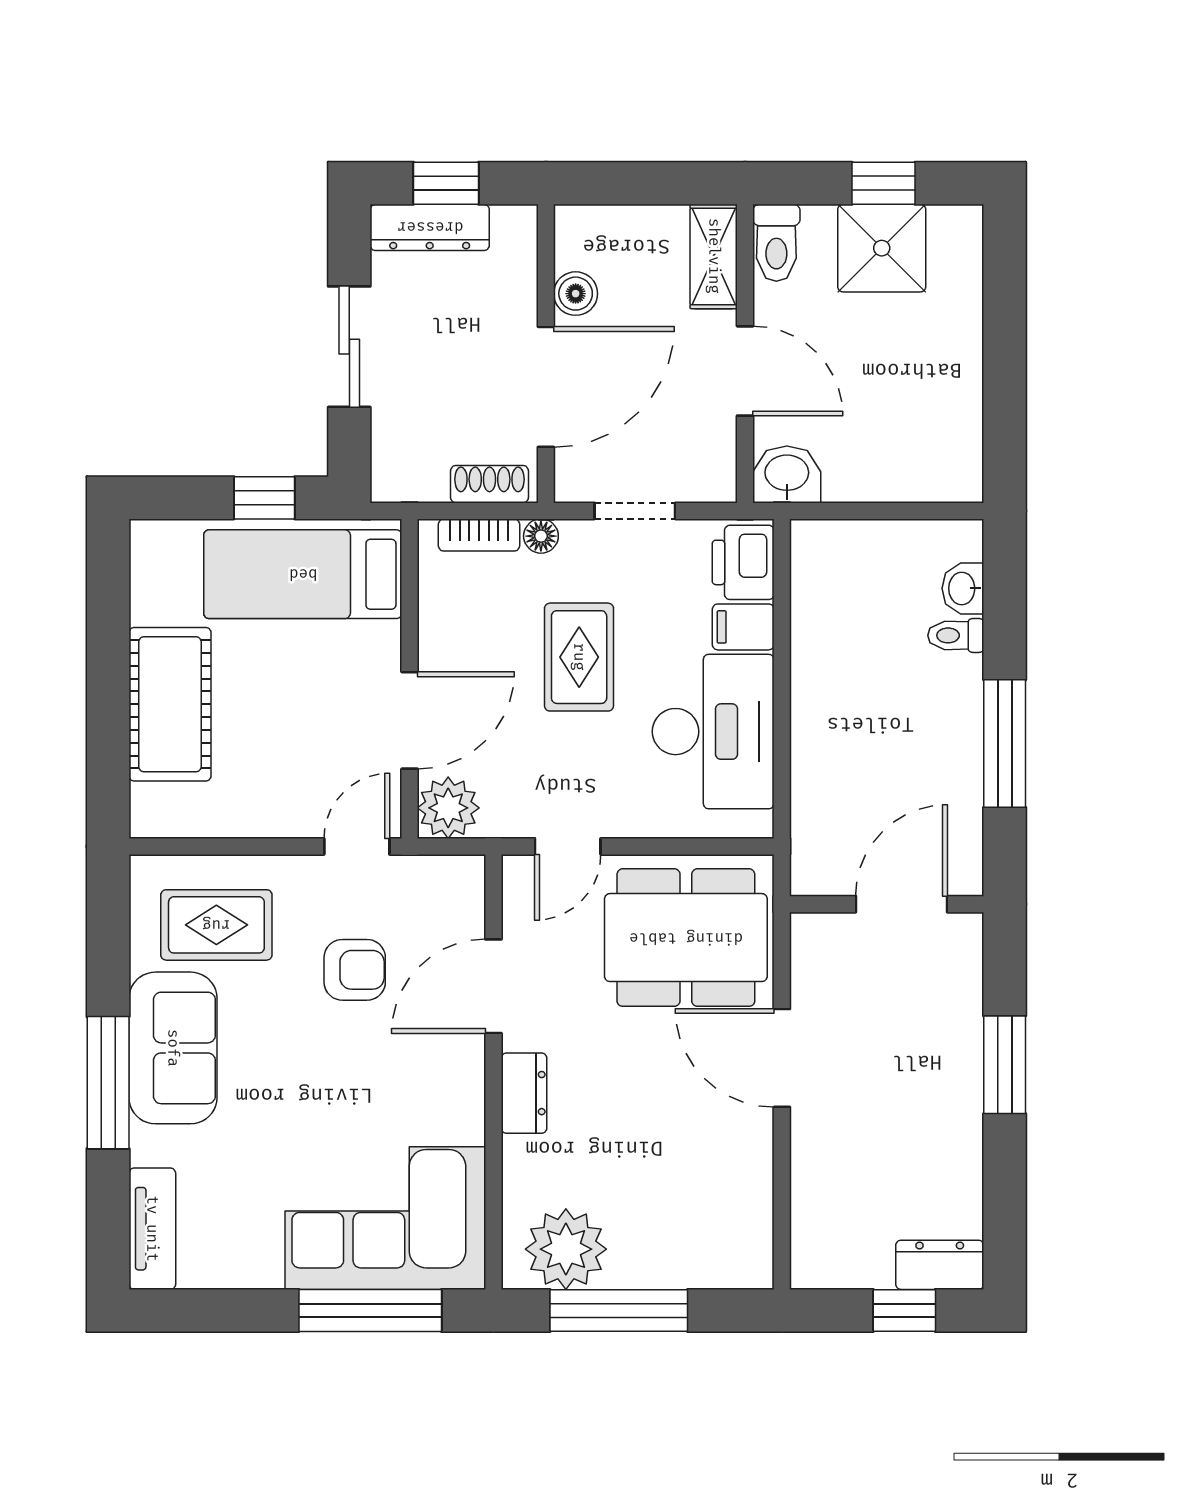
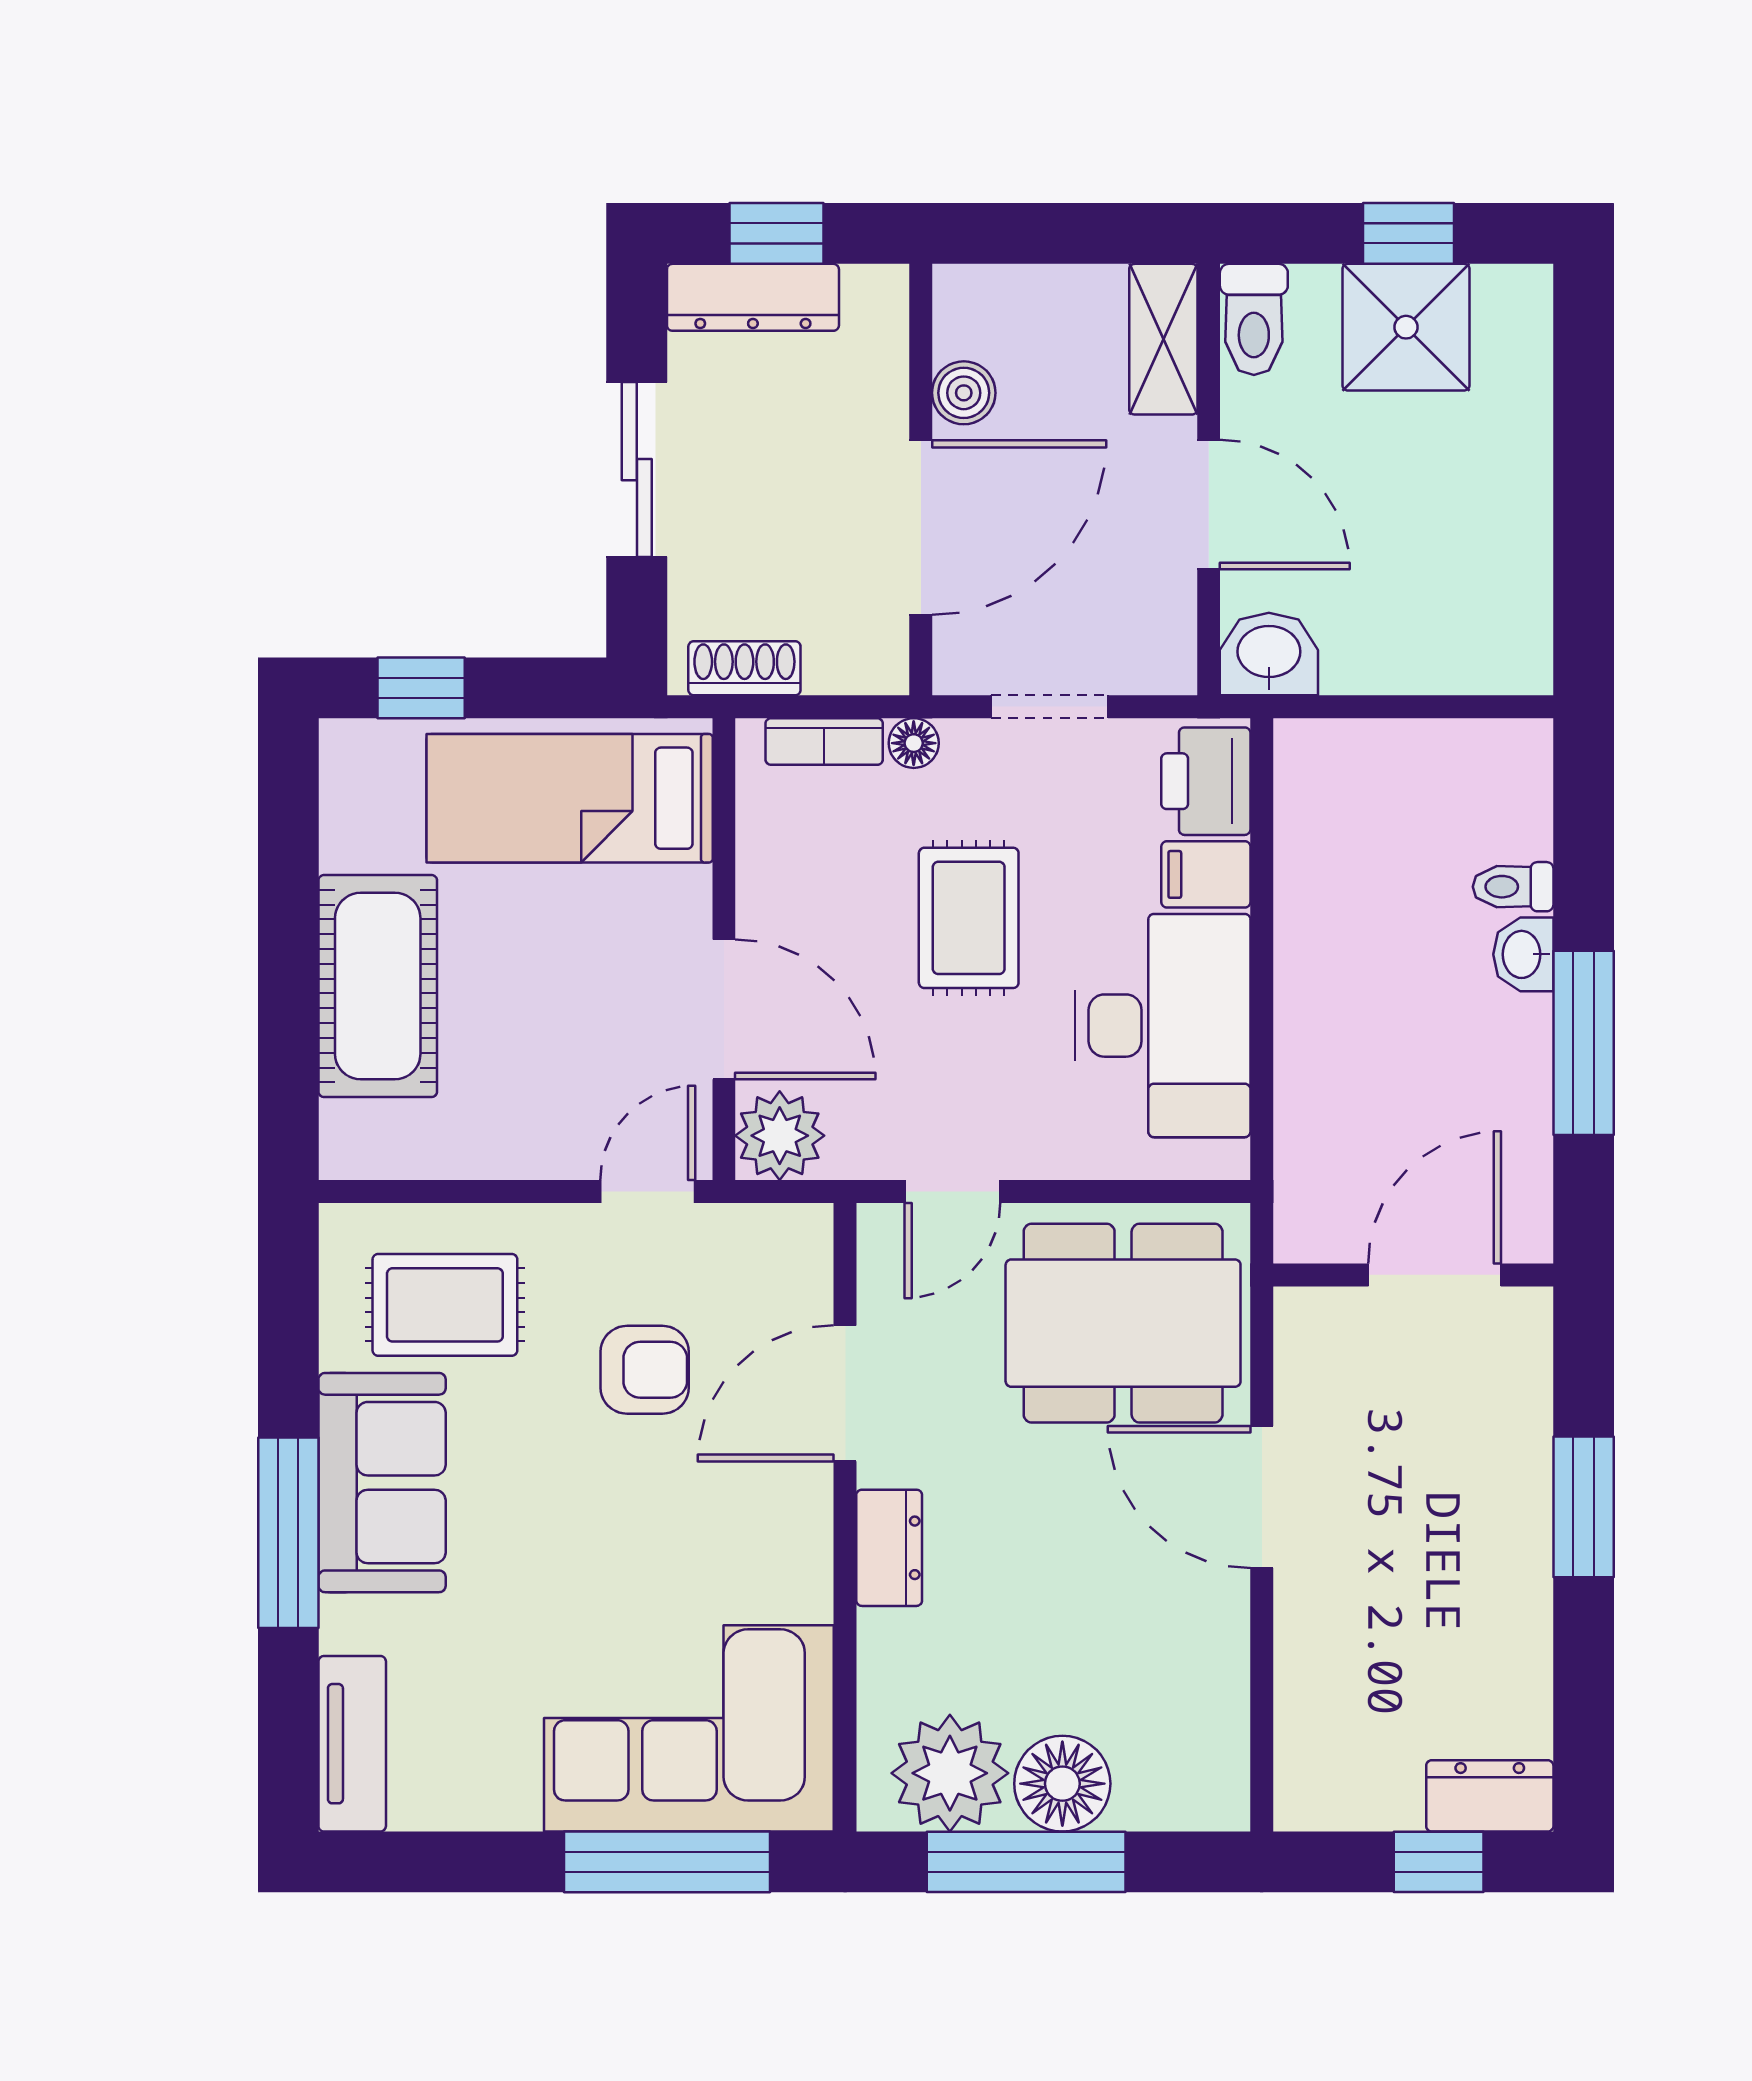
shoe rack: (489, 484) -> (744, 668), moved
window: (264, 498) -> (421, 688), moved
washbasin: (963, 588) -> (1523, 954), moved
door: (410, 720) -> (724, 1009), hinge flipped
floor lamp: (644, 1256) -> (1062, 1784), added

